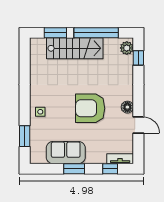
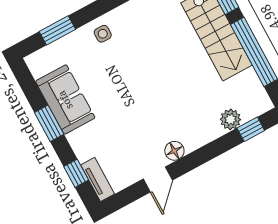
plant: (127, 48) -> (230, 119), moved
armchair: (90, 108) -> (145, 100), removed

